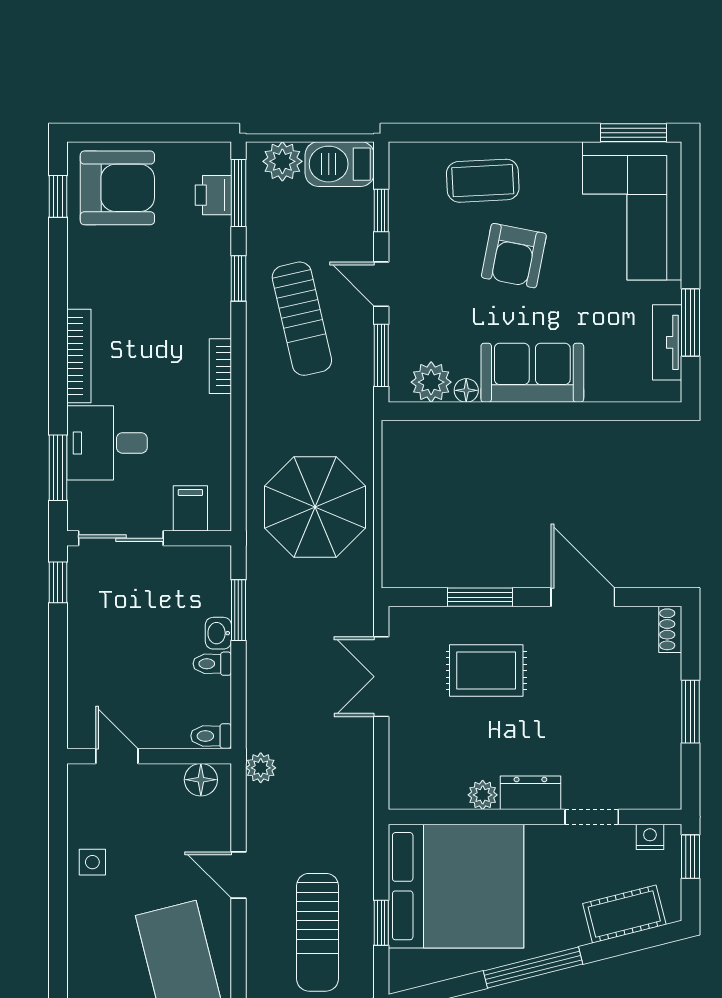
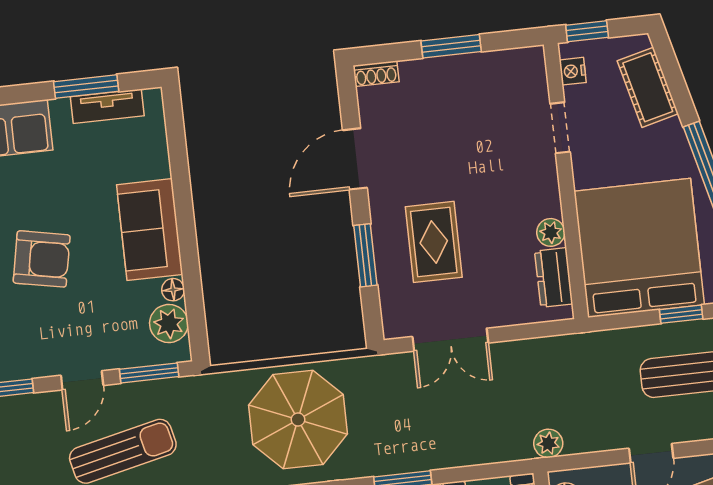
dresser: (530, 793) -> (554, 278), moved

